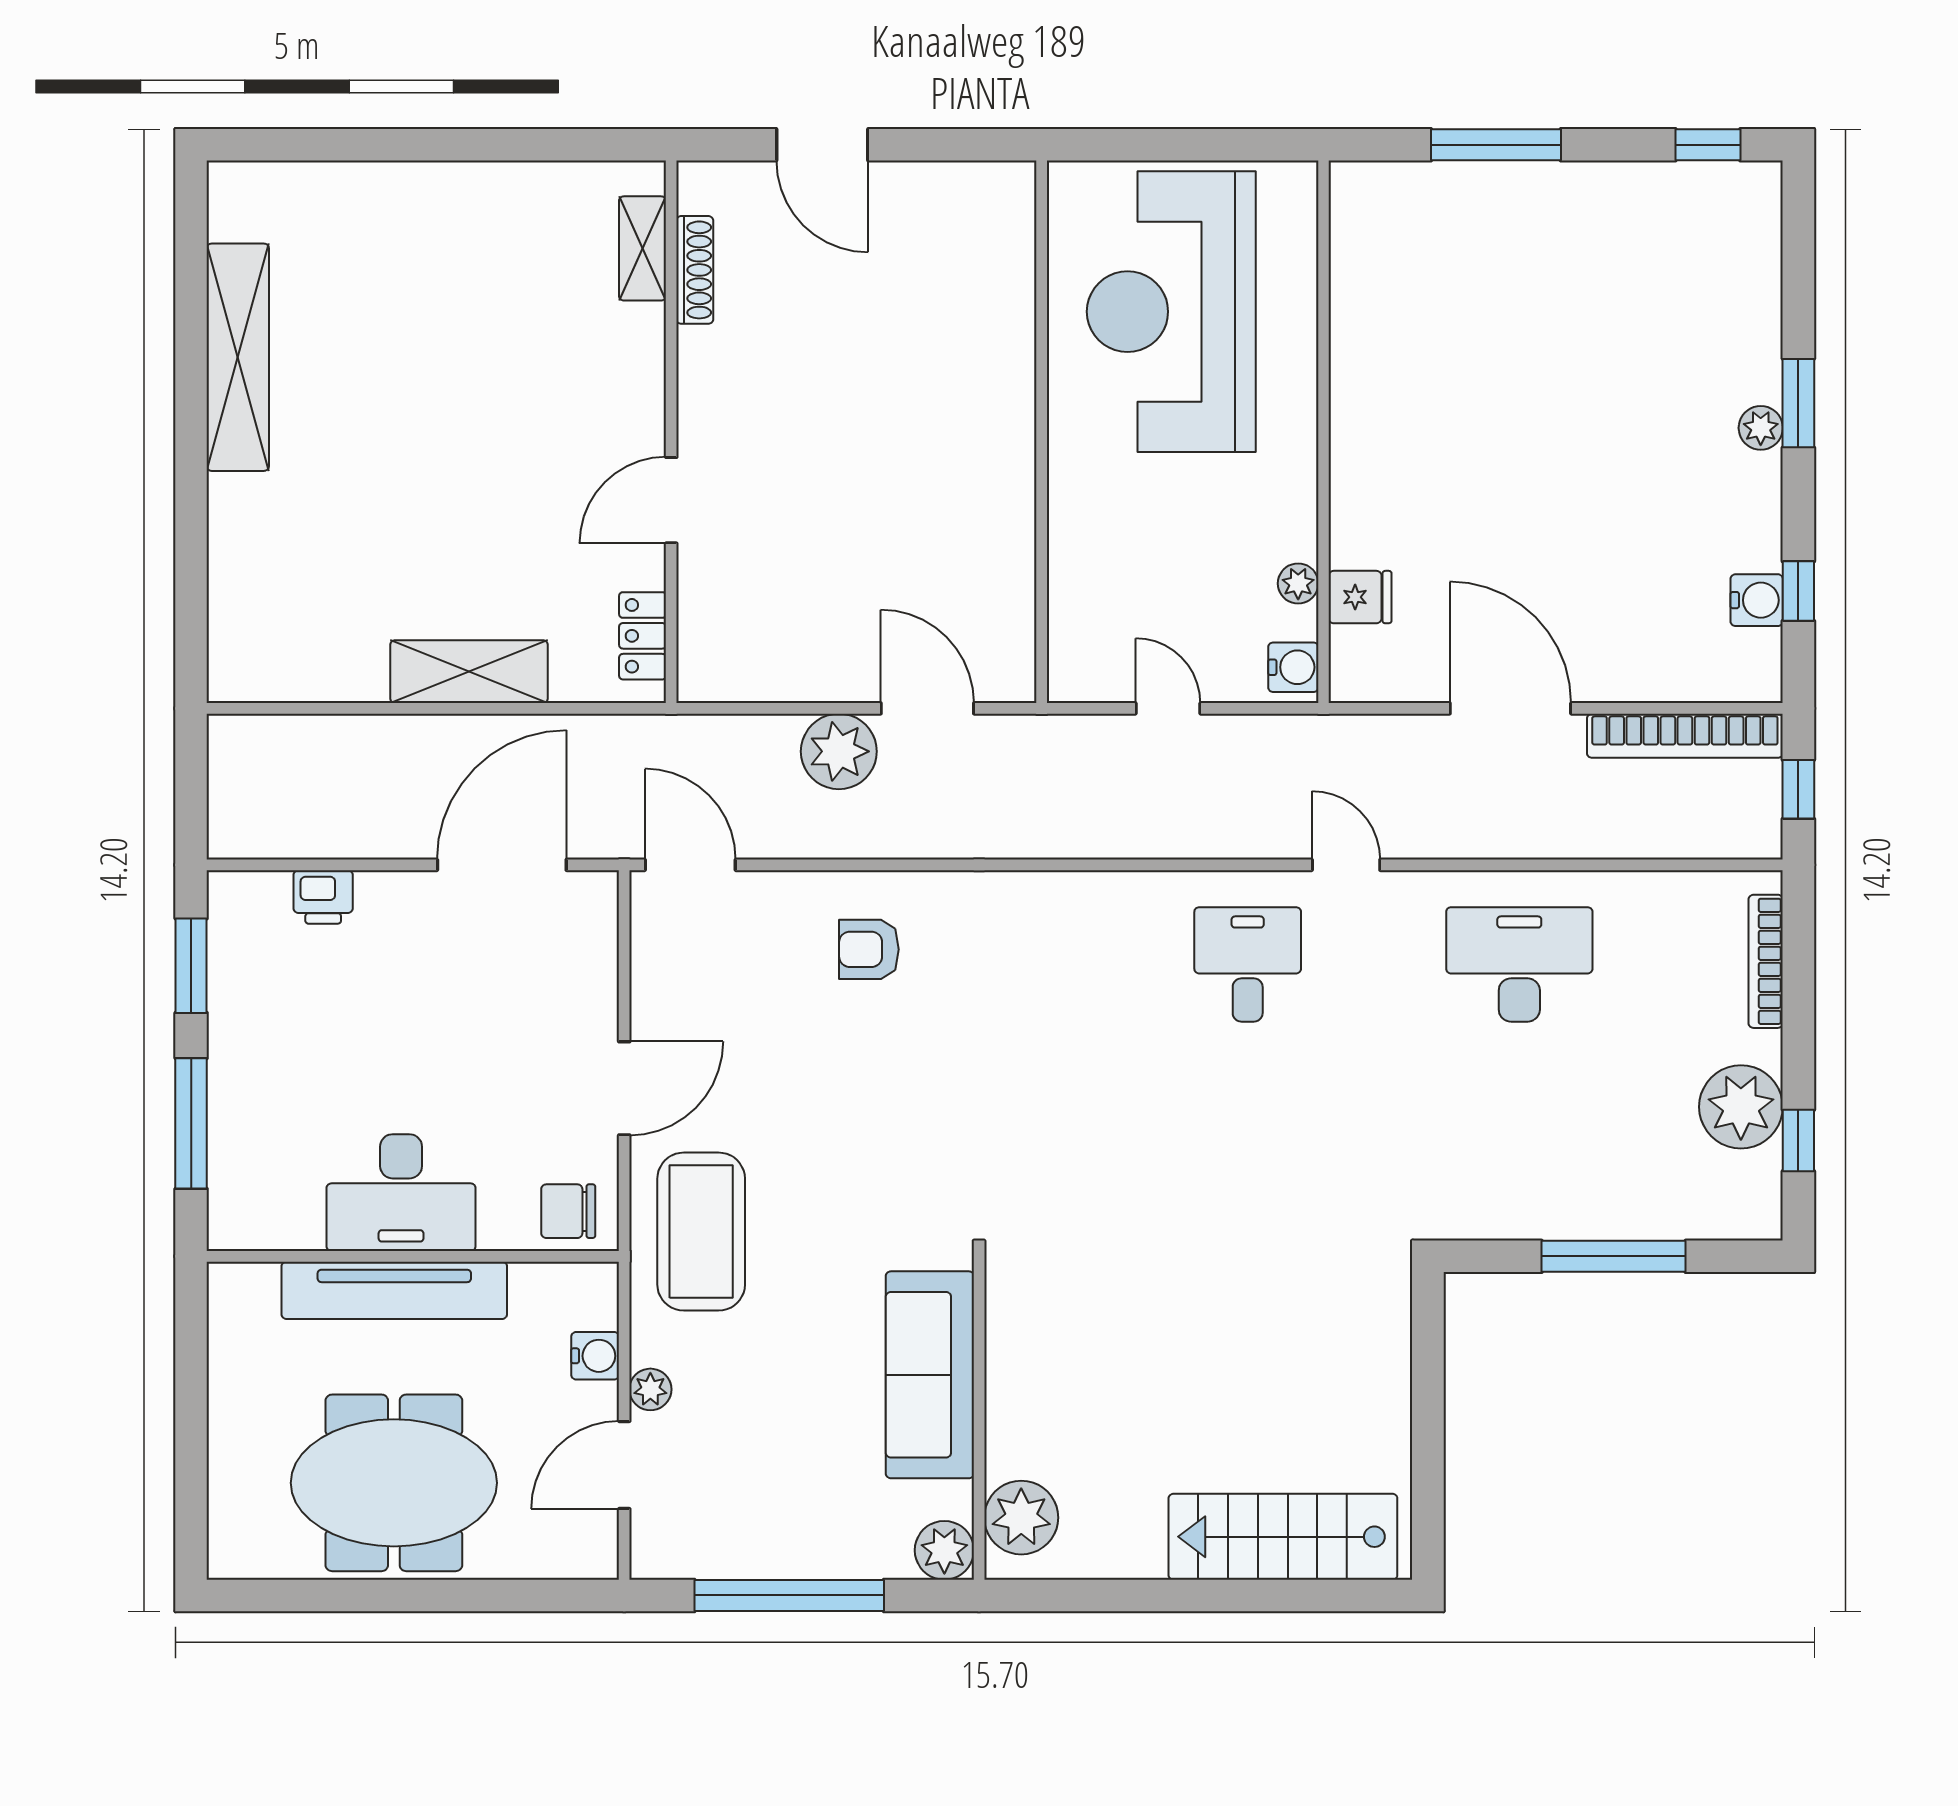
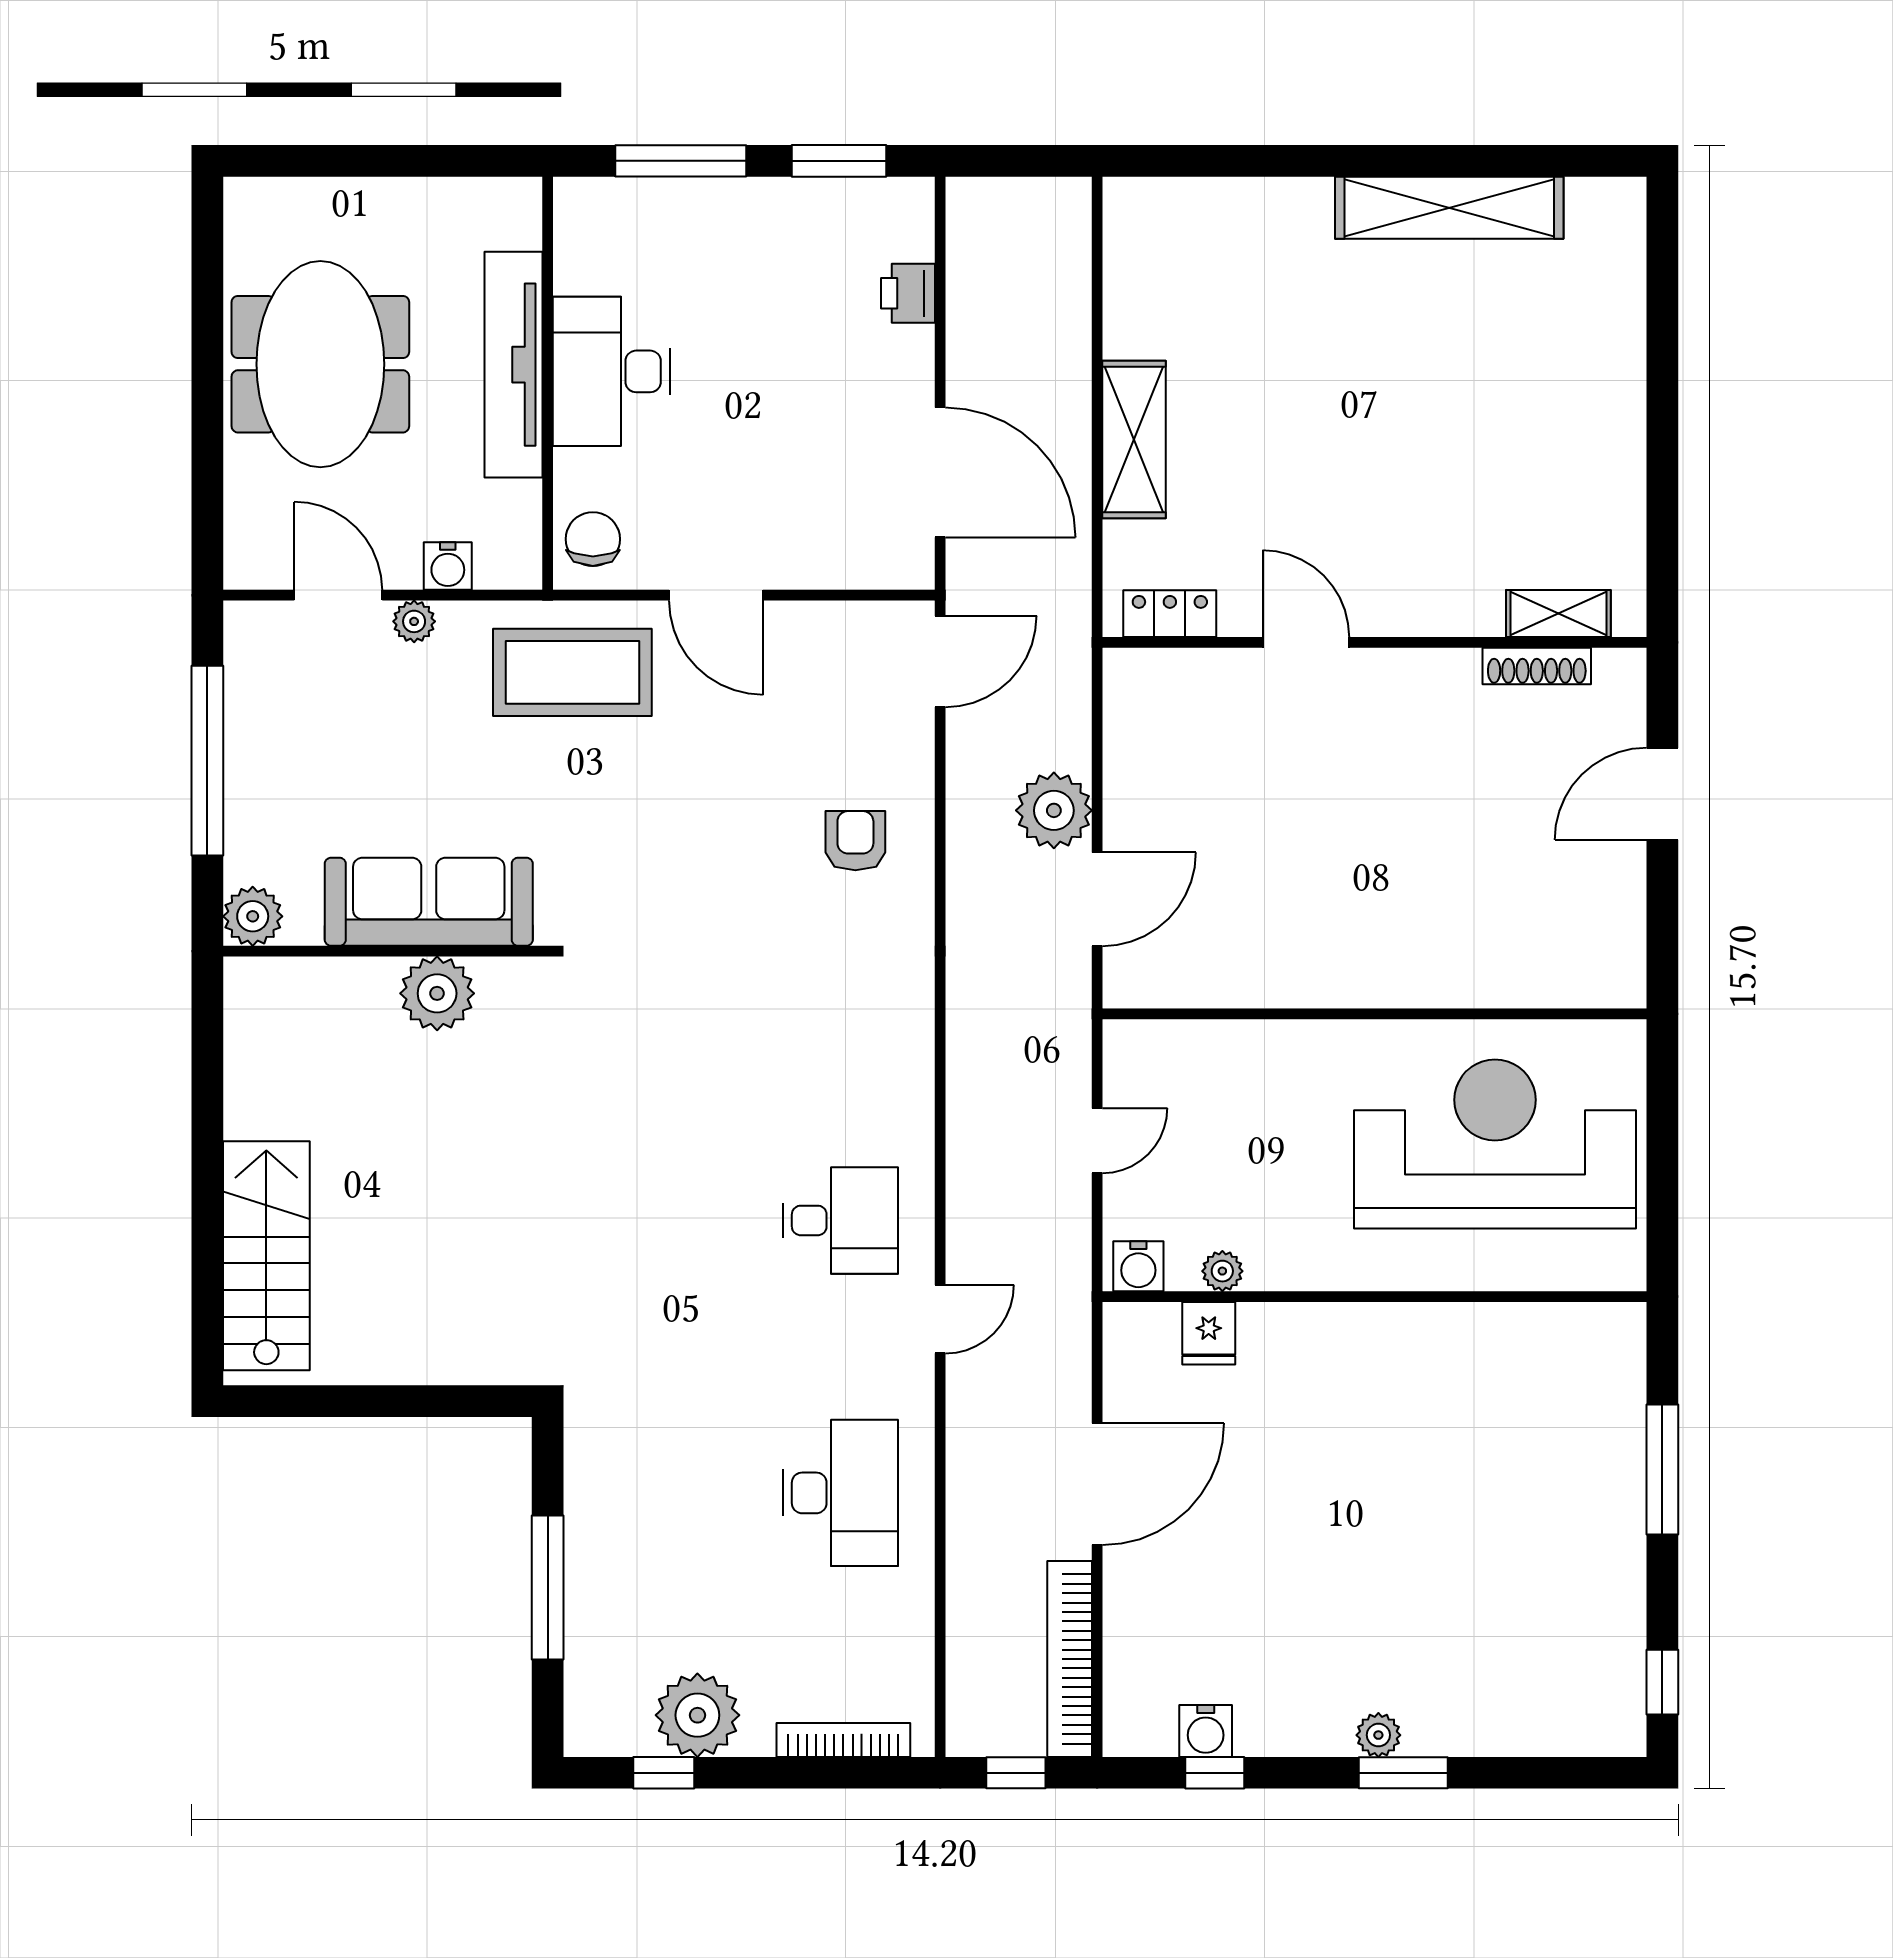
plant: (1021, 1518) -> (437, 993), moved

